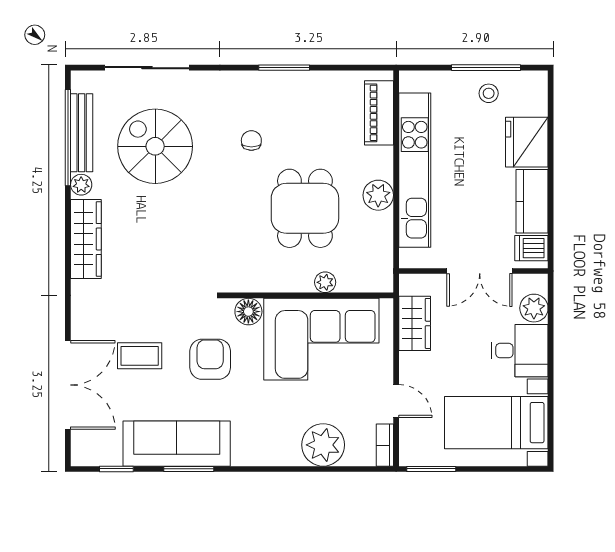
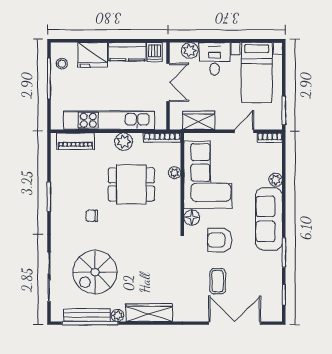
stool: (489, 93) -> (62, 64), moved
bookcase: (385, 261) -> (162, 138), added
sofa: (177, 444) -> (269, 219), moved
plant: (323, 445) -> (276, 180), width x0.53, depth x0.53

